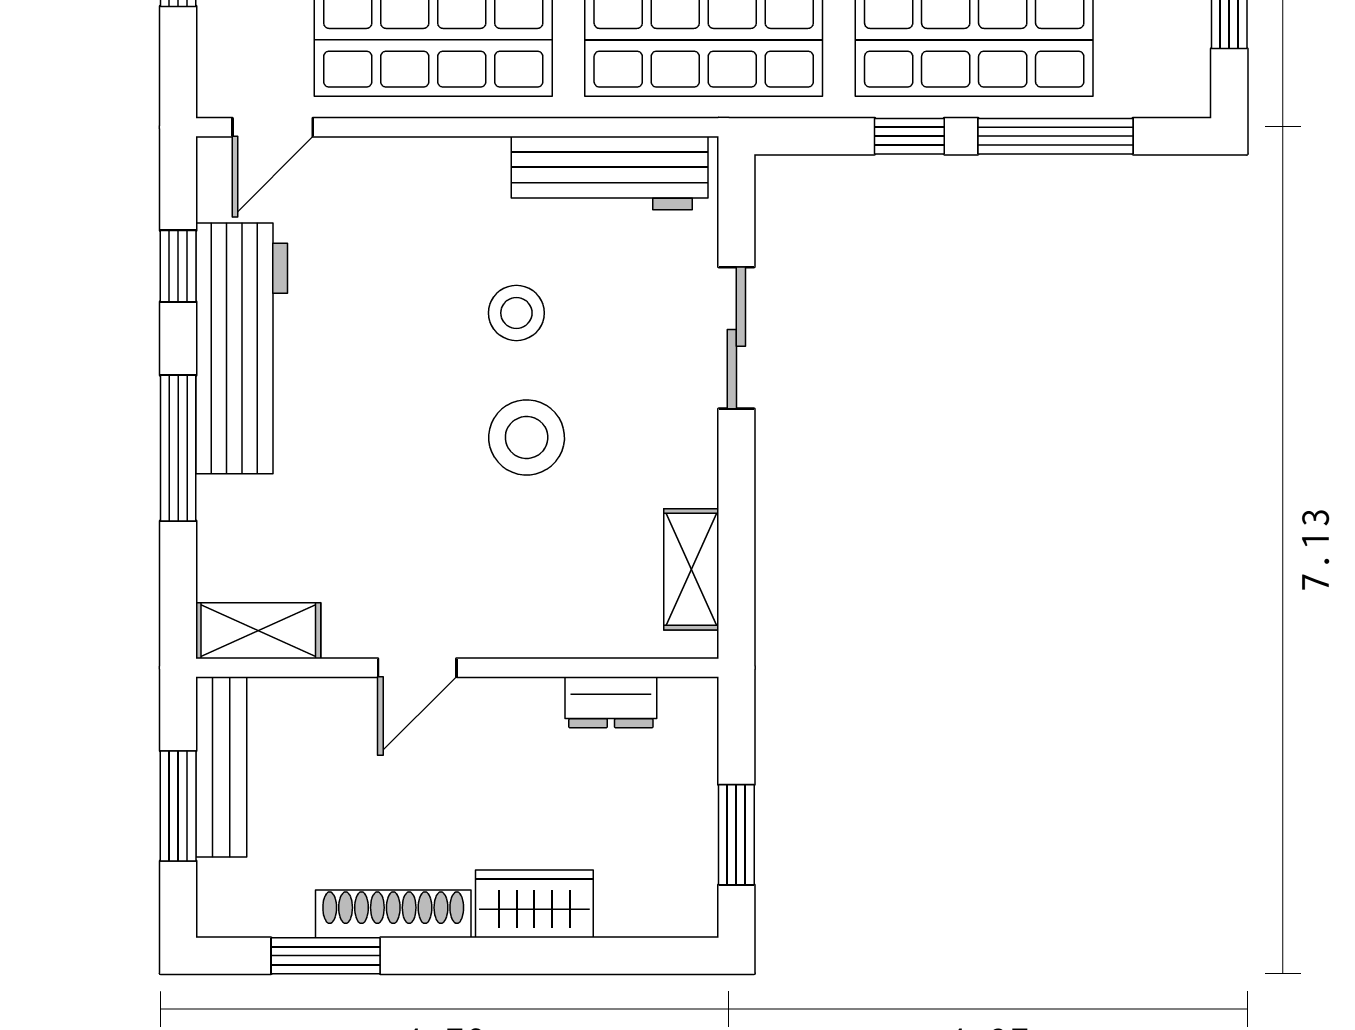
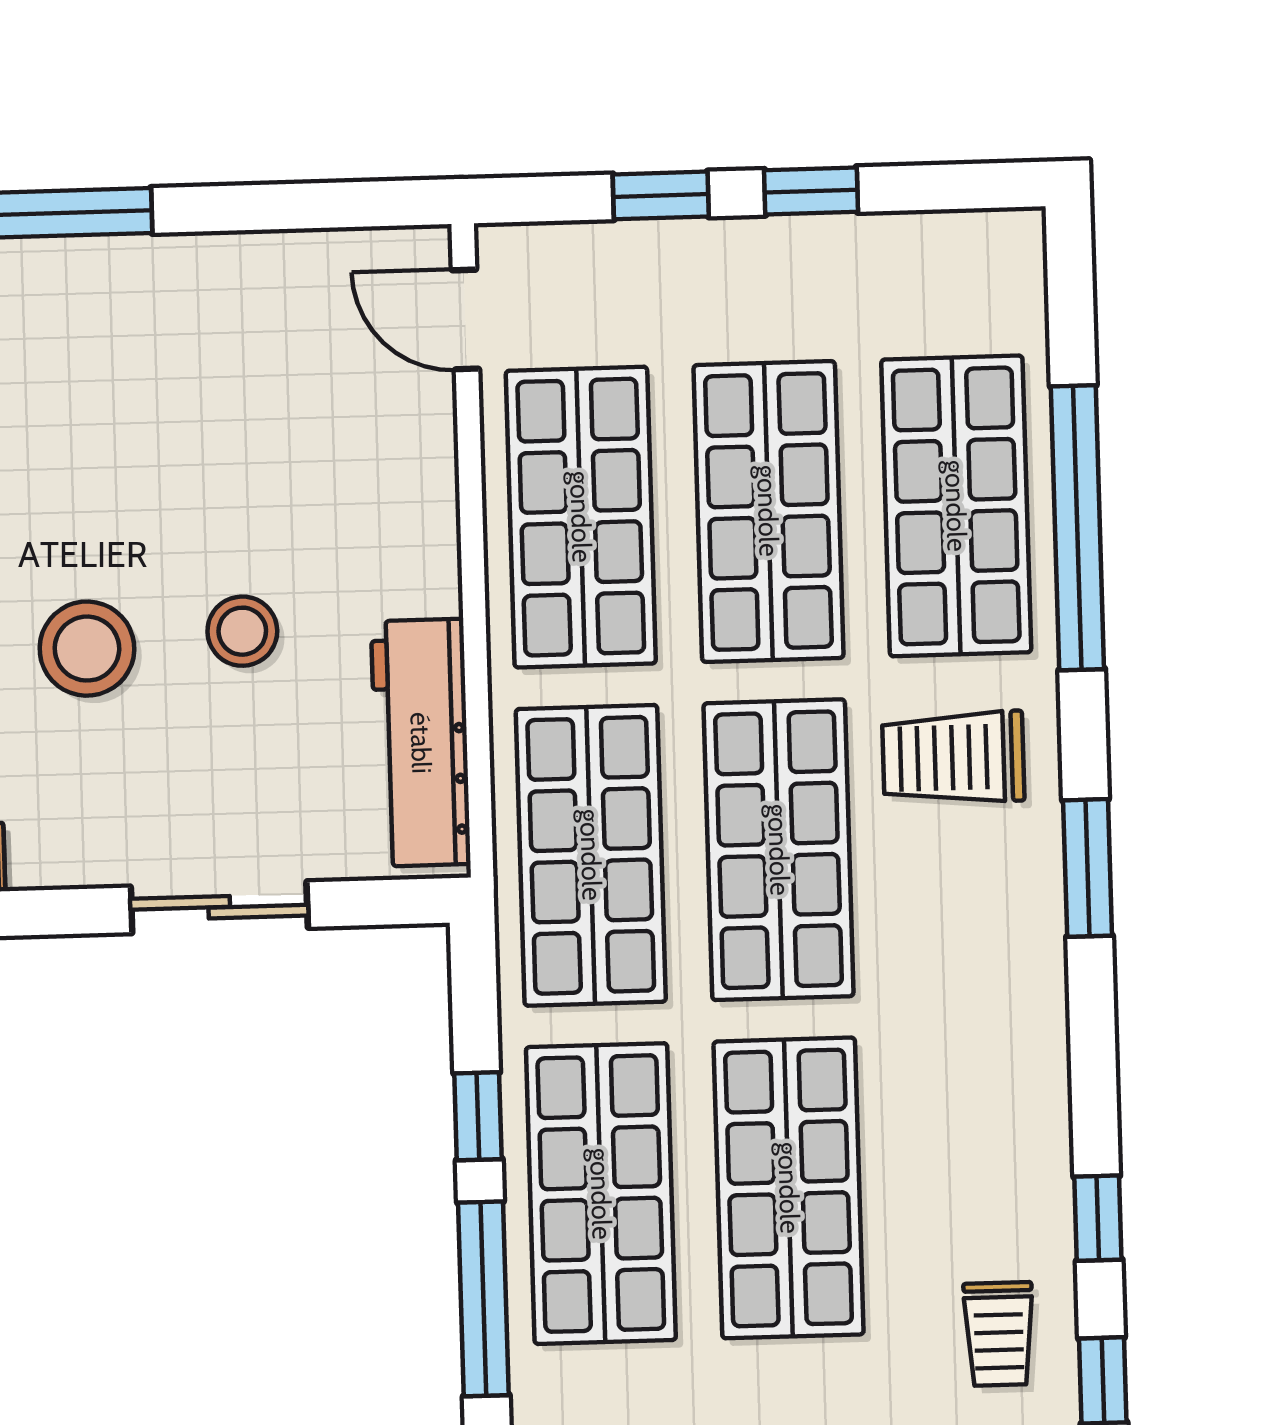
window: (178, 266) -> (288, 206), removed
workbench: (242, 348) -> (188, 289), removed

